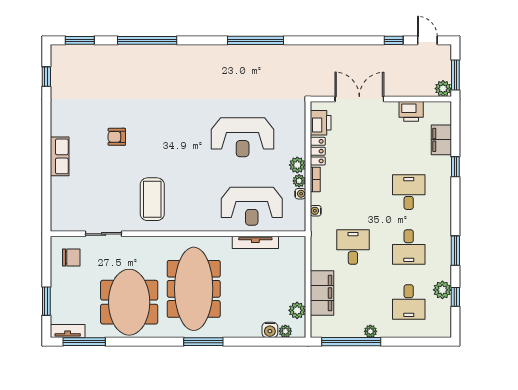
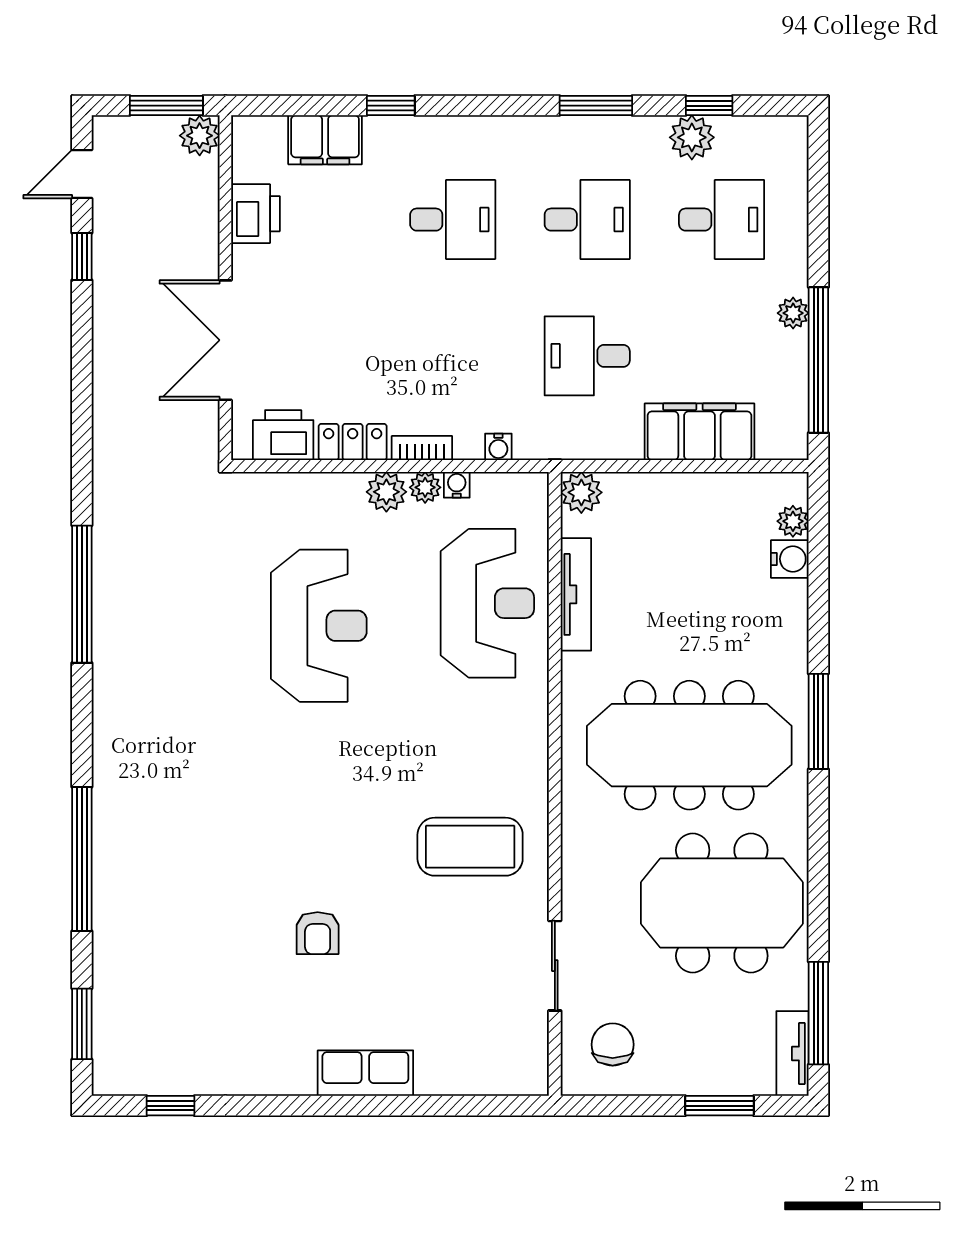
desk: (409, 192) -> (453, 220), turned 180
plant: (297, 310) -> (581, 492), moved

